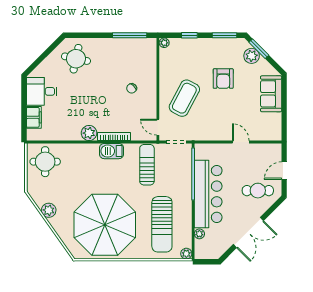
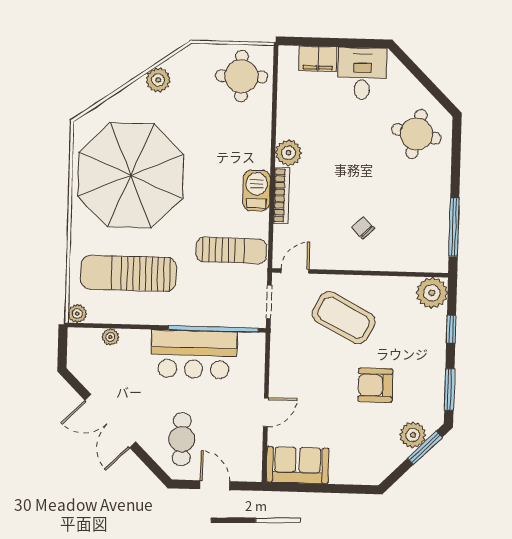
plant: (164, 43) -> (432, 293), width x1.88, depth x1.88
sofa: (271, 94) -> (298, 465), moved
bar counter: (208, 194) -> (194, 354), width x0.73

